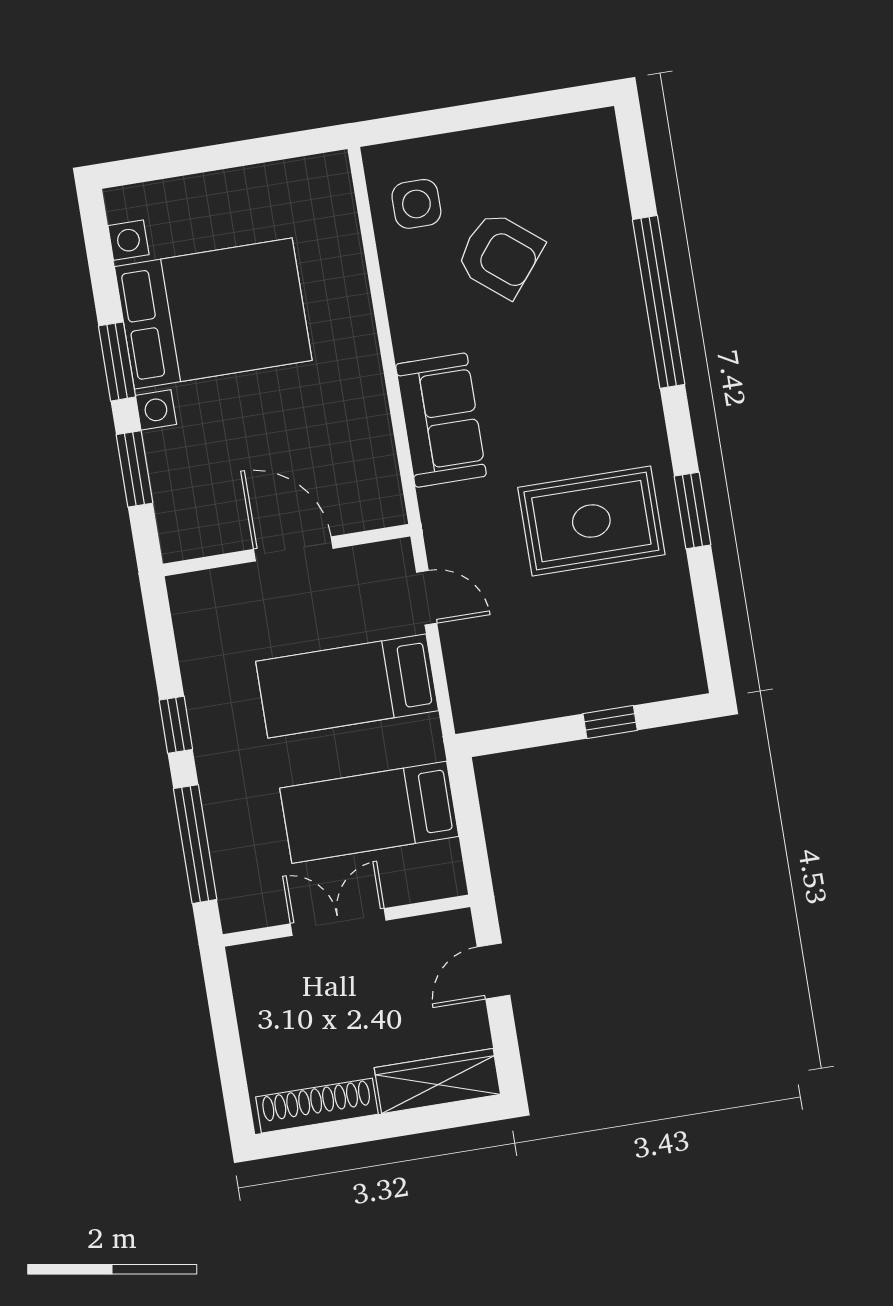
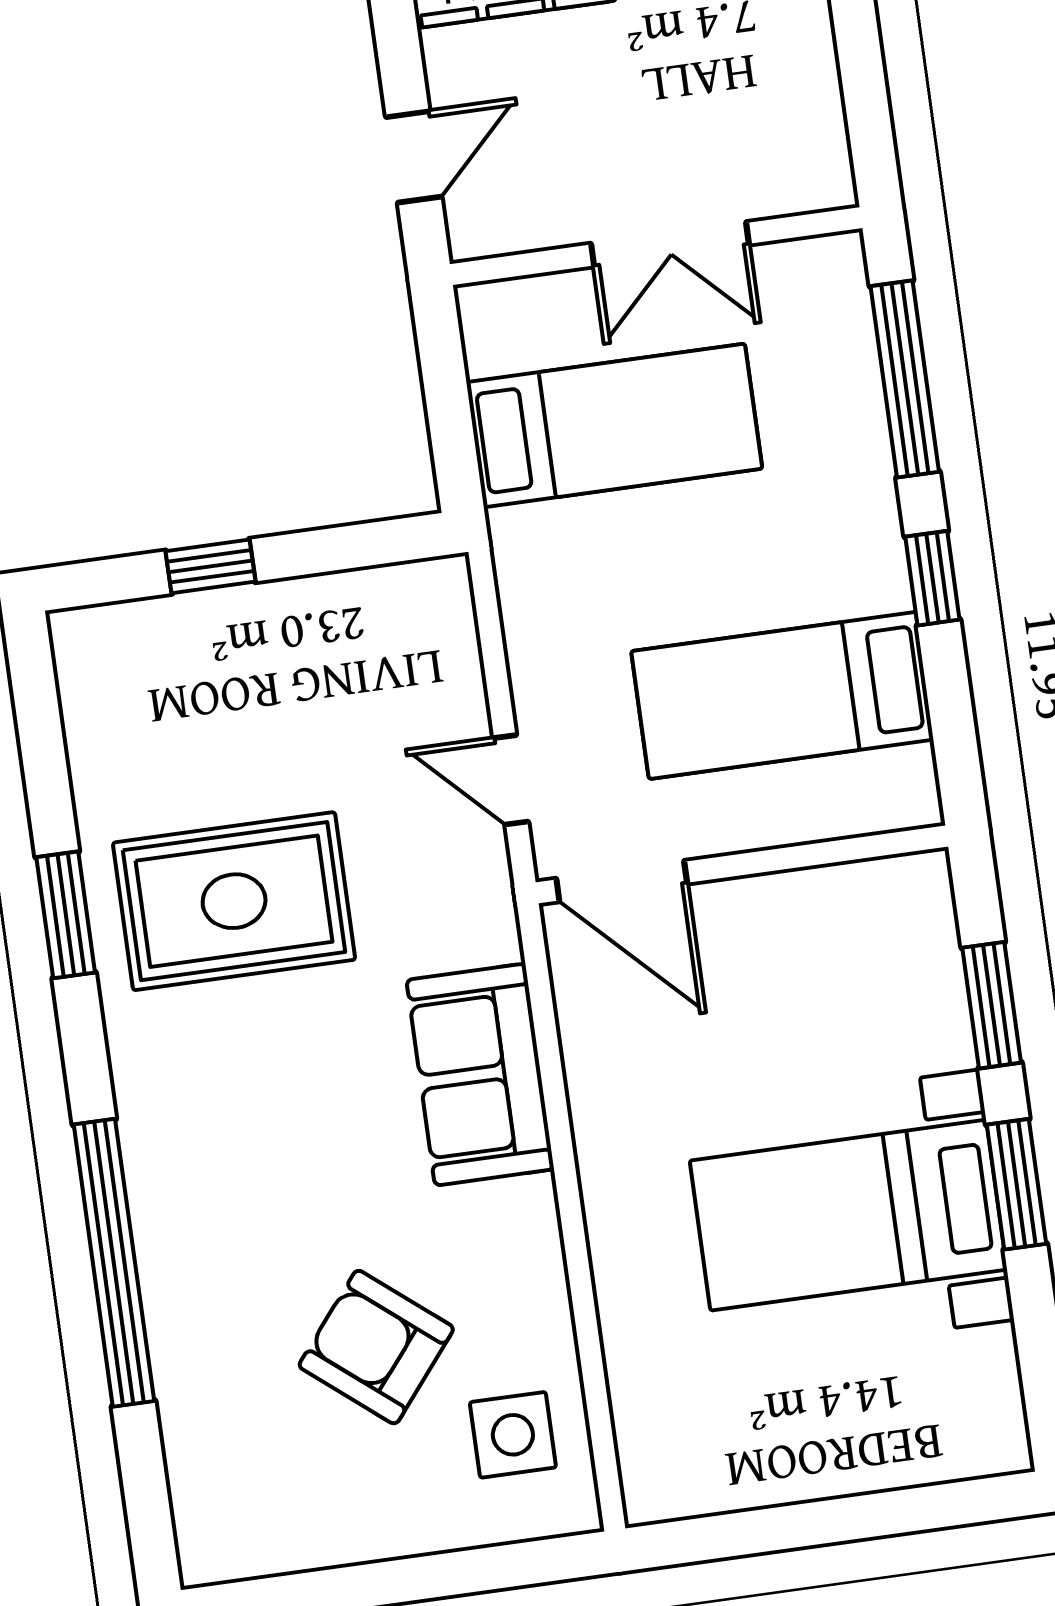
bed with nightstands: (213, 313) -> (848, 1215), width x0.73
door: (293, 549) -> (622, 881), moved
bed: (347, 686) -> (782, 695), moved, turned 180

